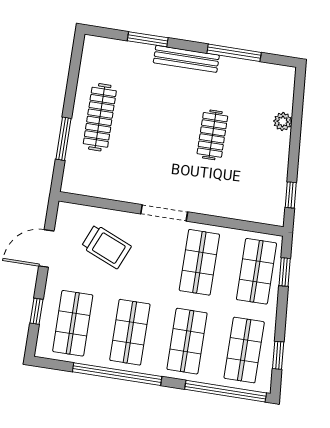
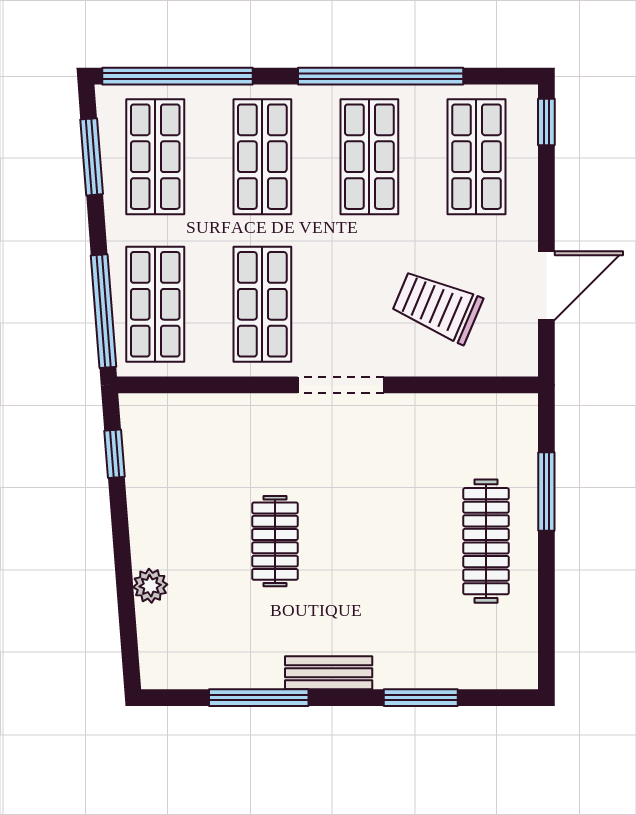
bench: (186, 59) -> (329, 673), width x0.73
window: (285, 272) -> (104, 311), width x2.17
window: (36, 311) -> (546, 122), moved
window: (278, 355) -> (92, 157), width x1.50

